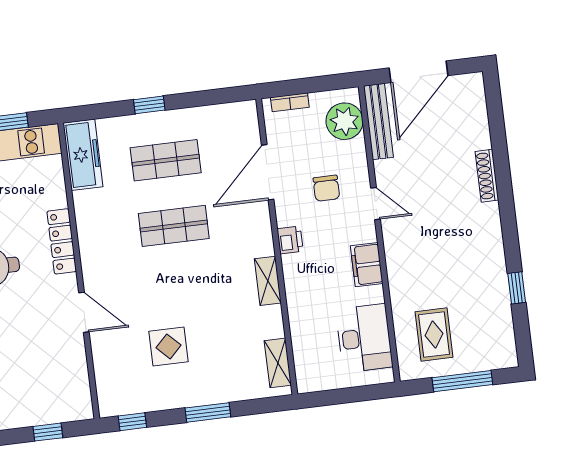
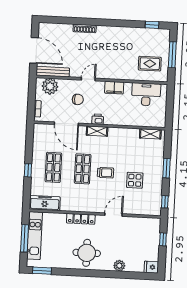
trolley: (174, 278) -> (105, 173), added
shelving: (268, 281) -> (97, 131), moved
window: (517, 288) -> (152, 25), moved

